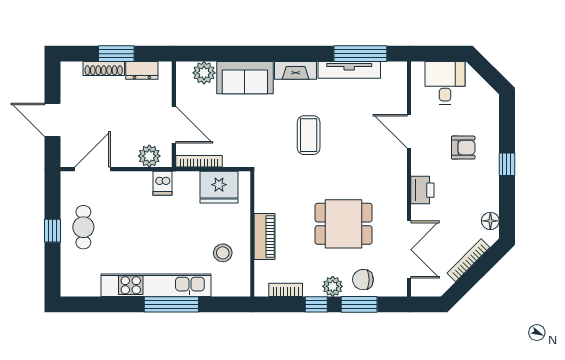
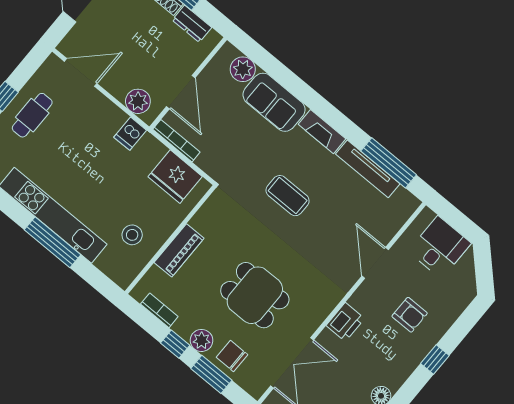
coffee table: (309, 135) -> (288, 196), turned 90

